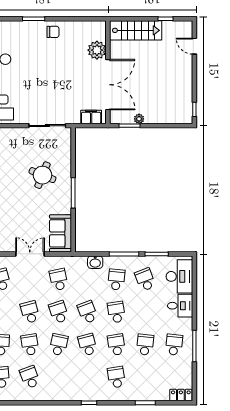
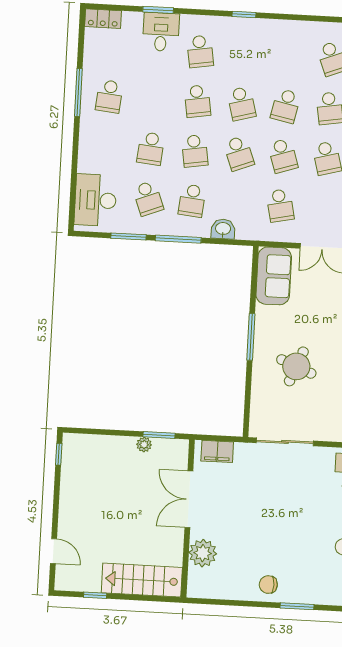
double door: (108, 85) -> (189, 499), width x0.73
desk: (180, 306) -> (161, 32), moved, turned 90
school desk: (145, 345) -> (151, 149), moved

